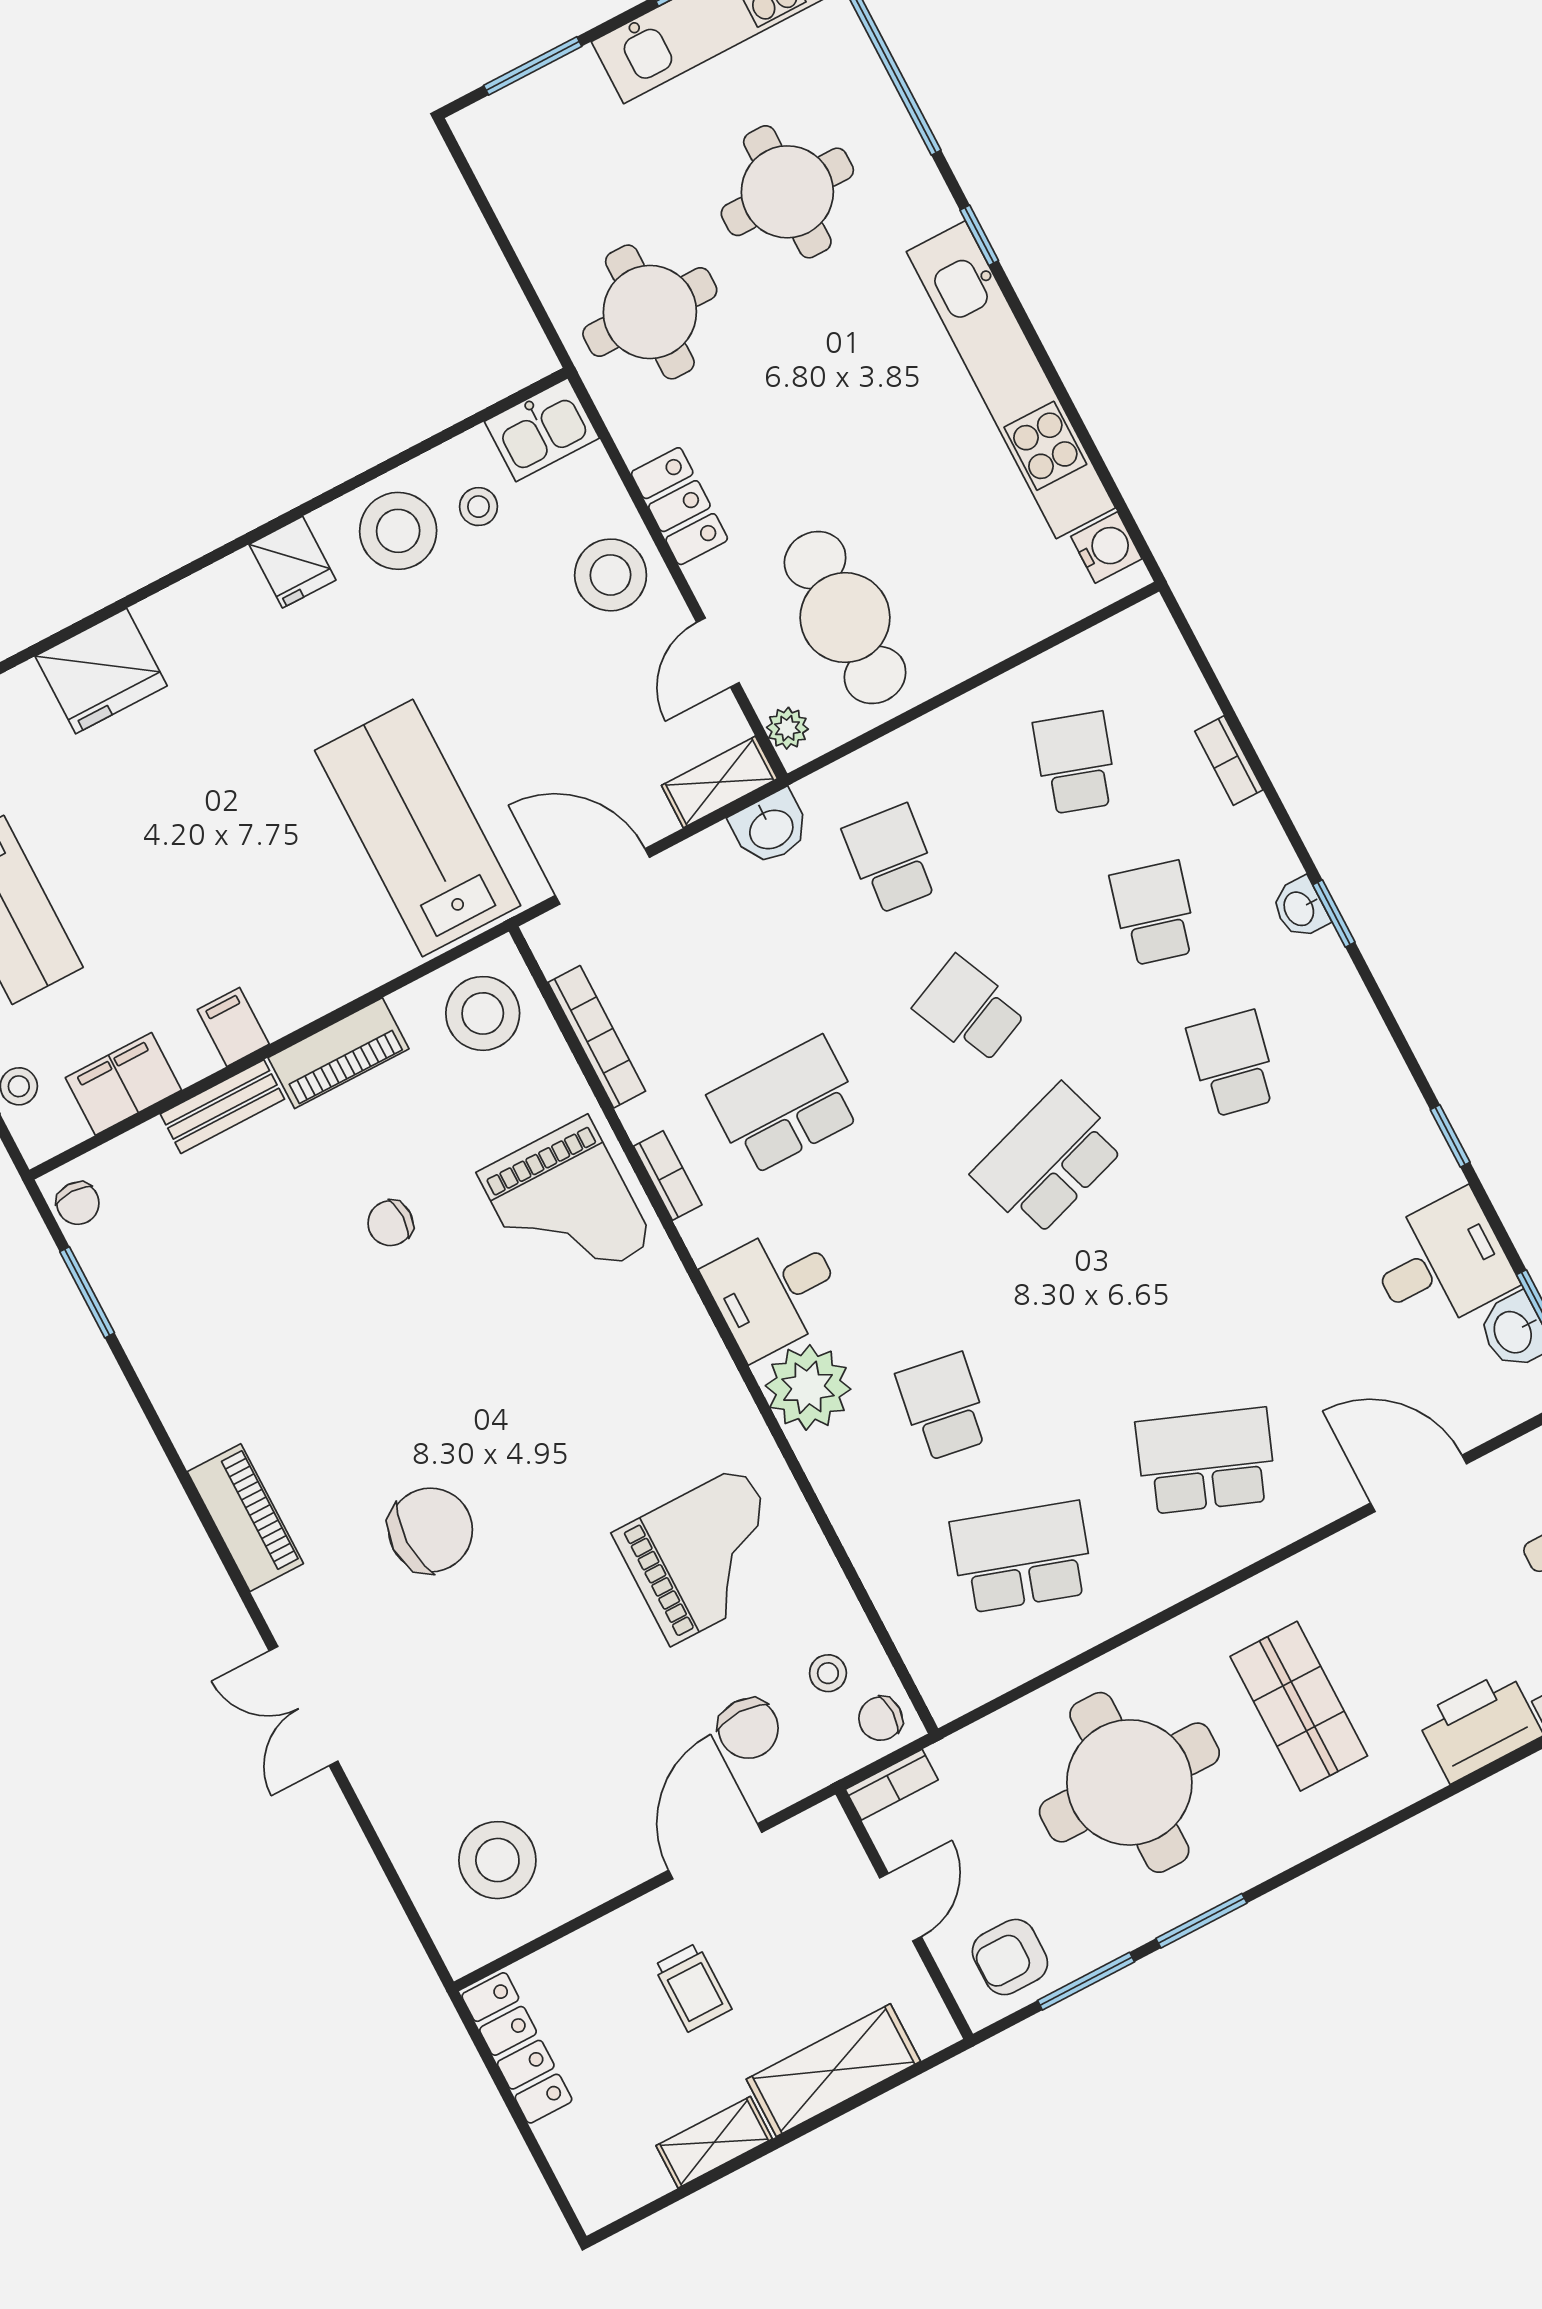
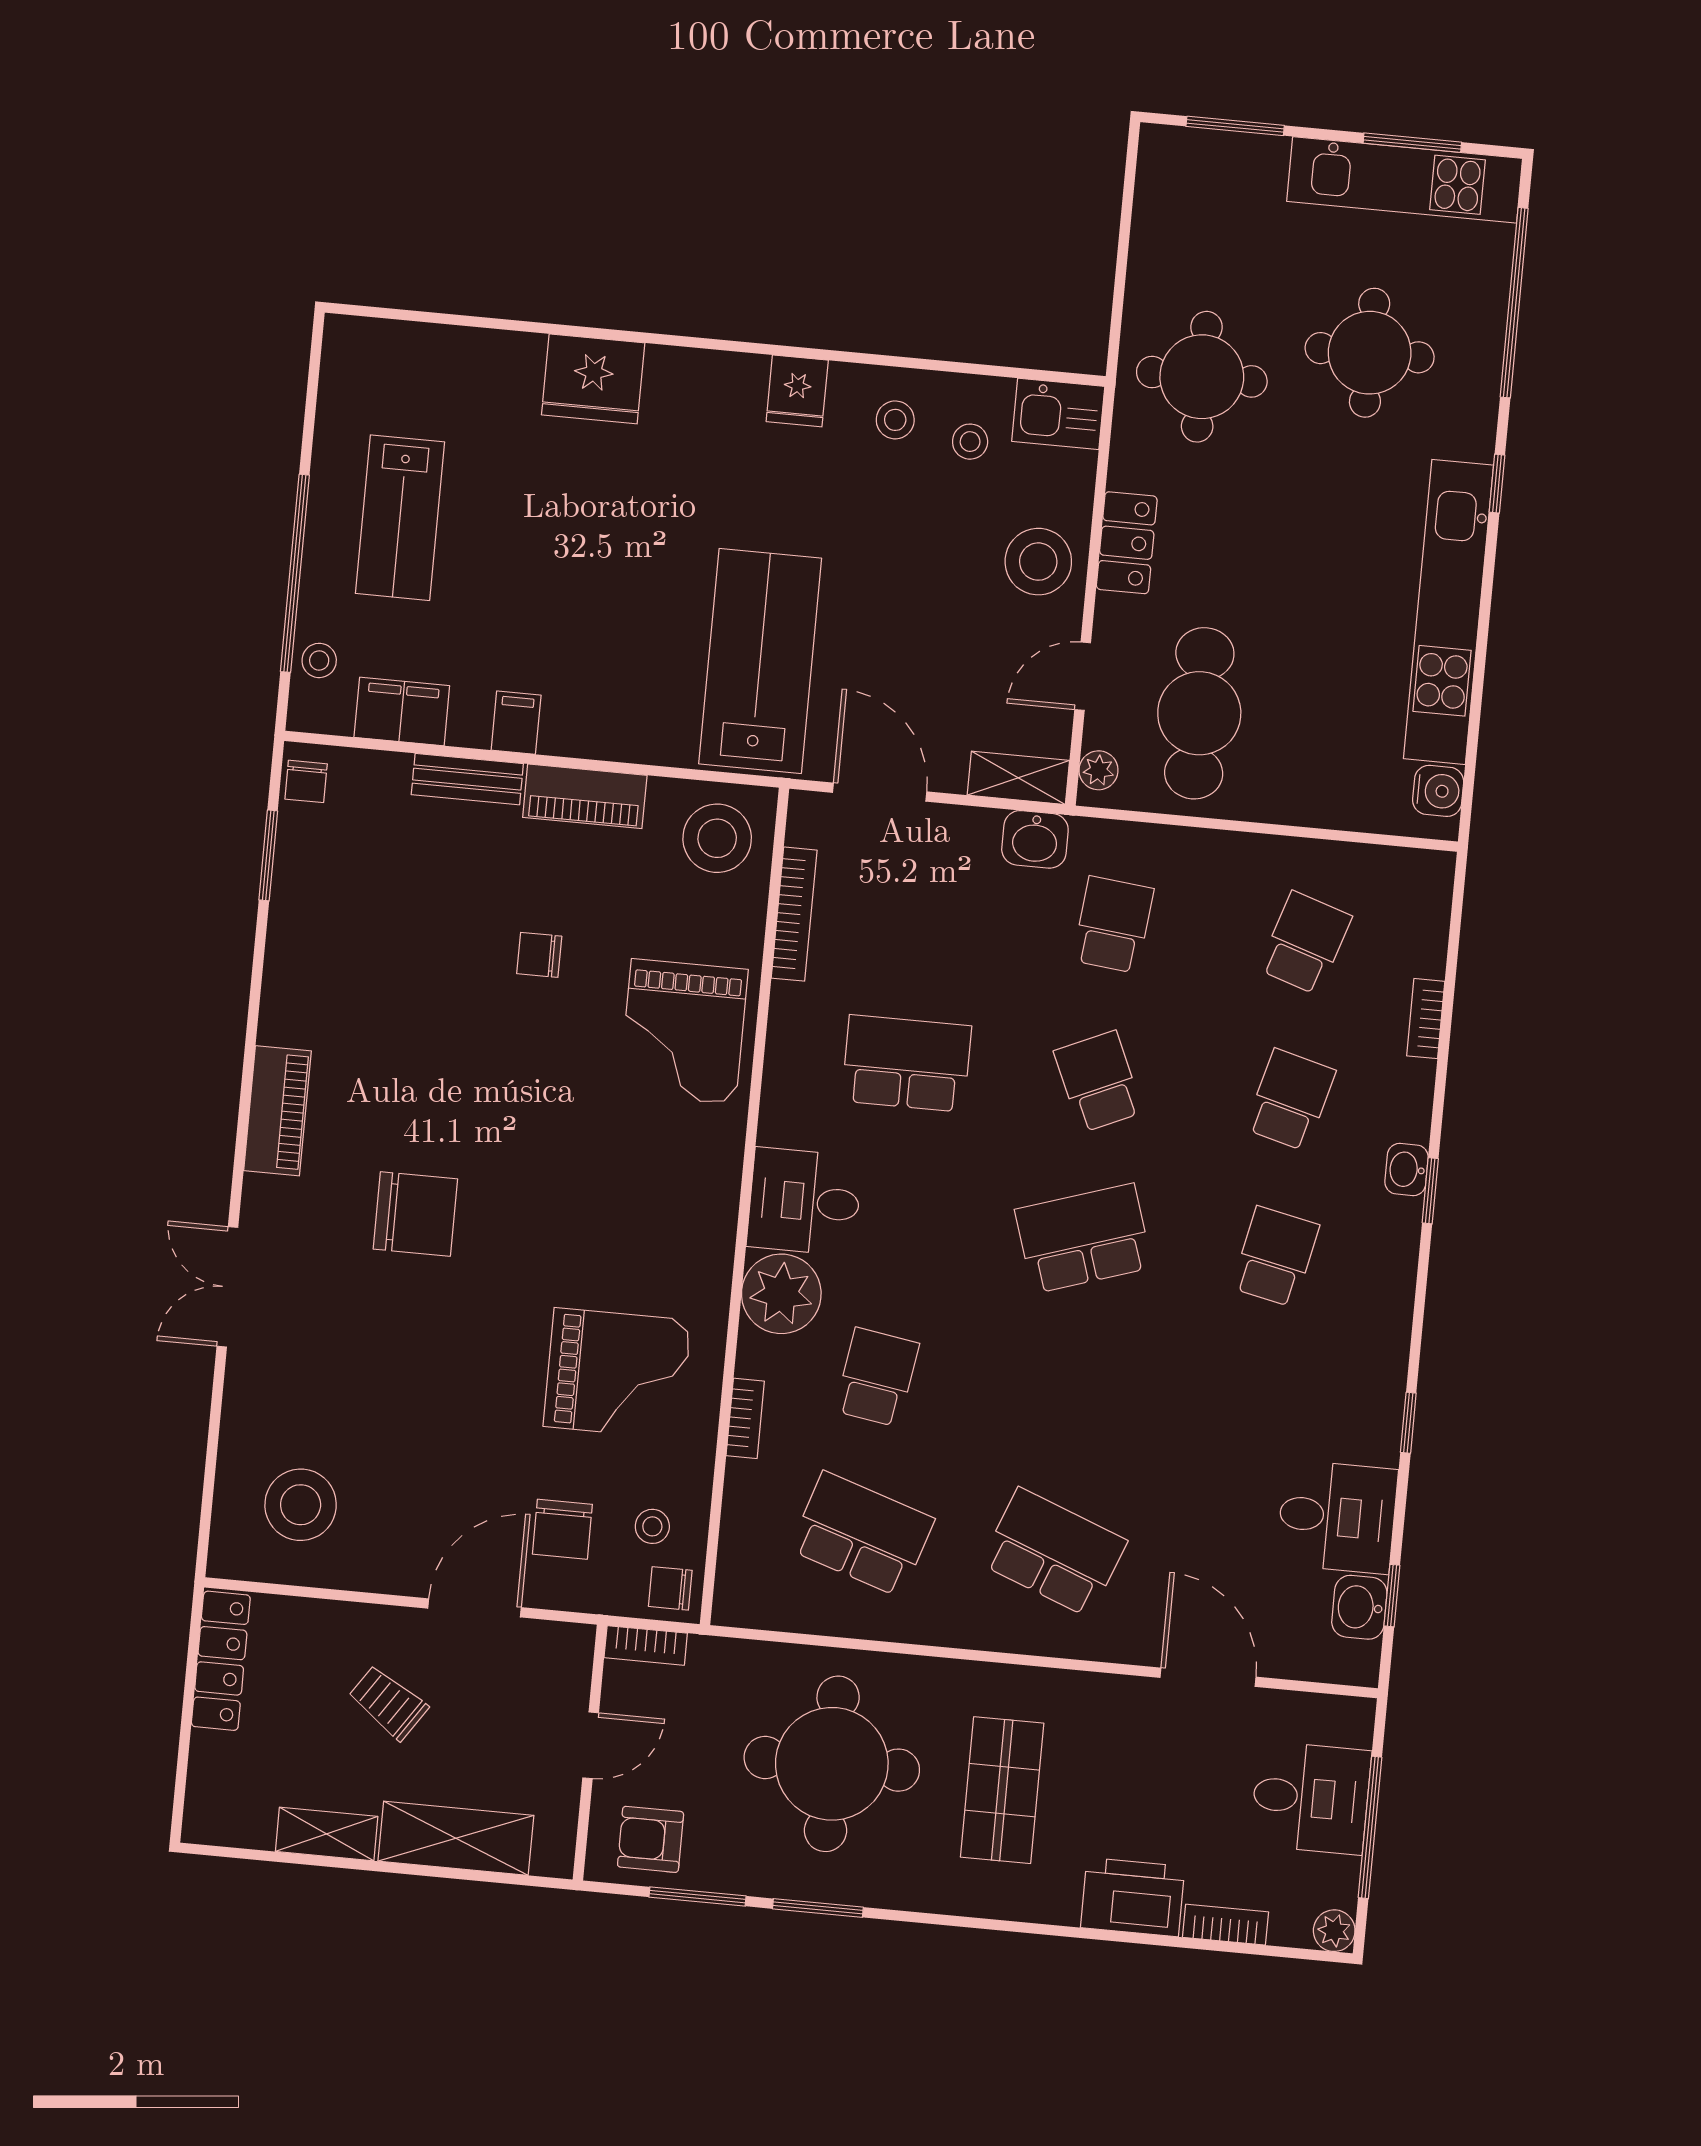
stool: (398, 531) -> (895, 420), width x0.53, depth x0.53
bookcase: (668, 1175) -> (745, 1418), moved
trolley: (693, 1987) -> (388, 1703), turned 124

